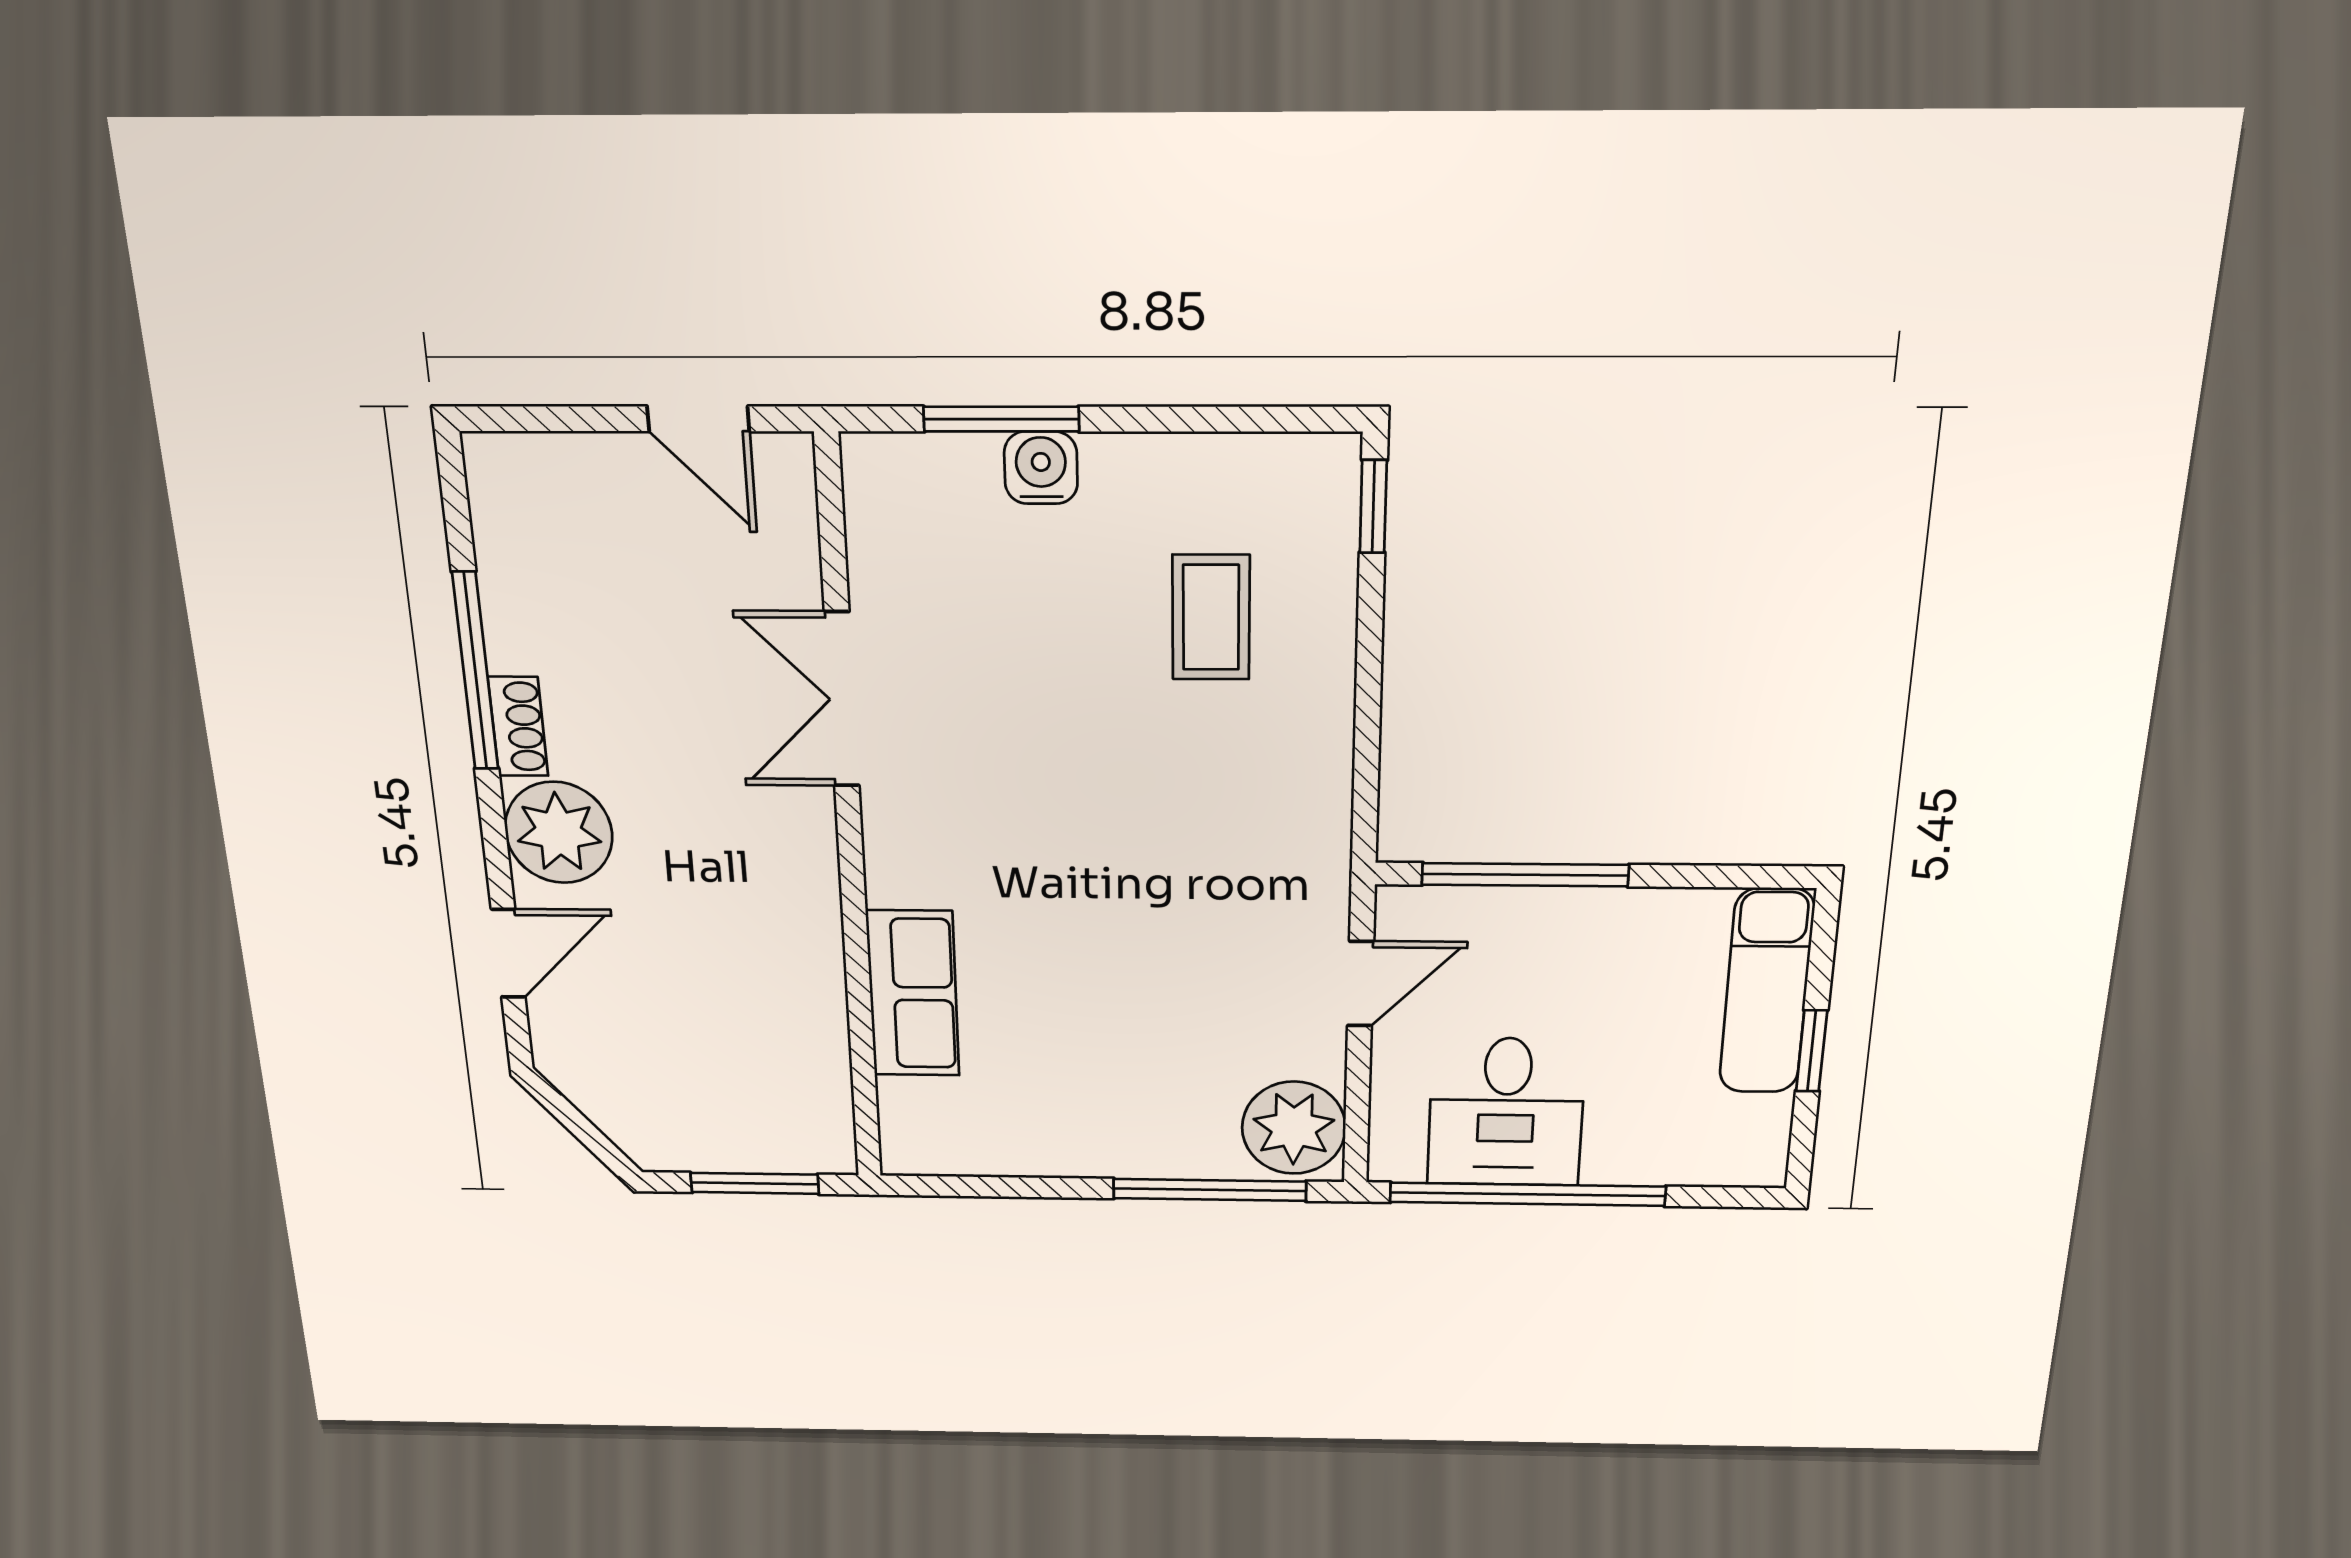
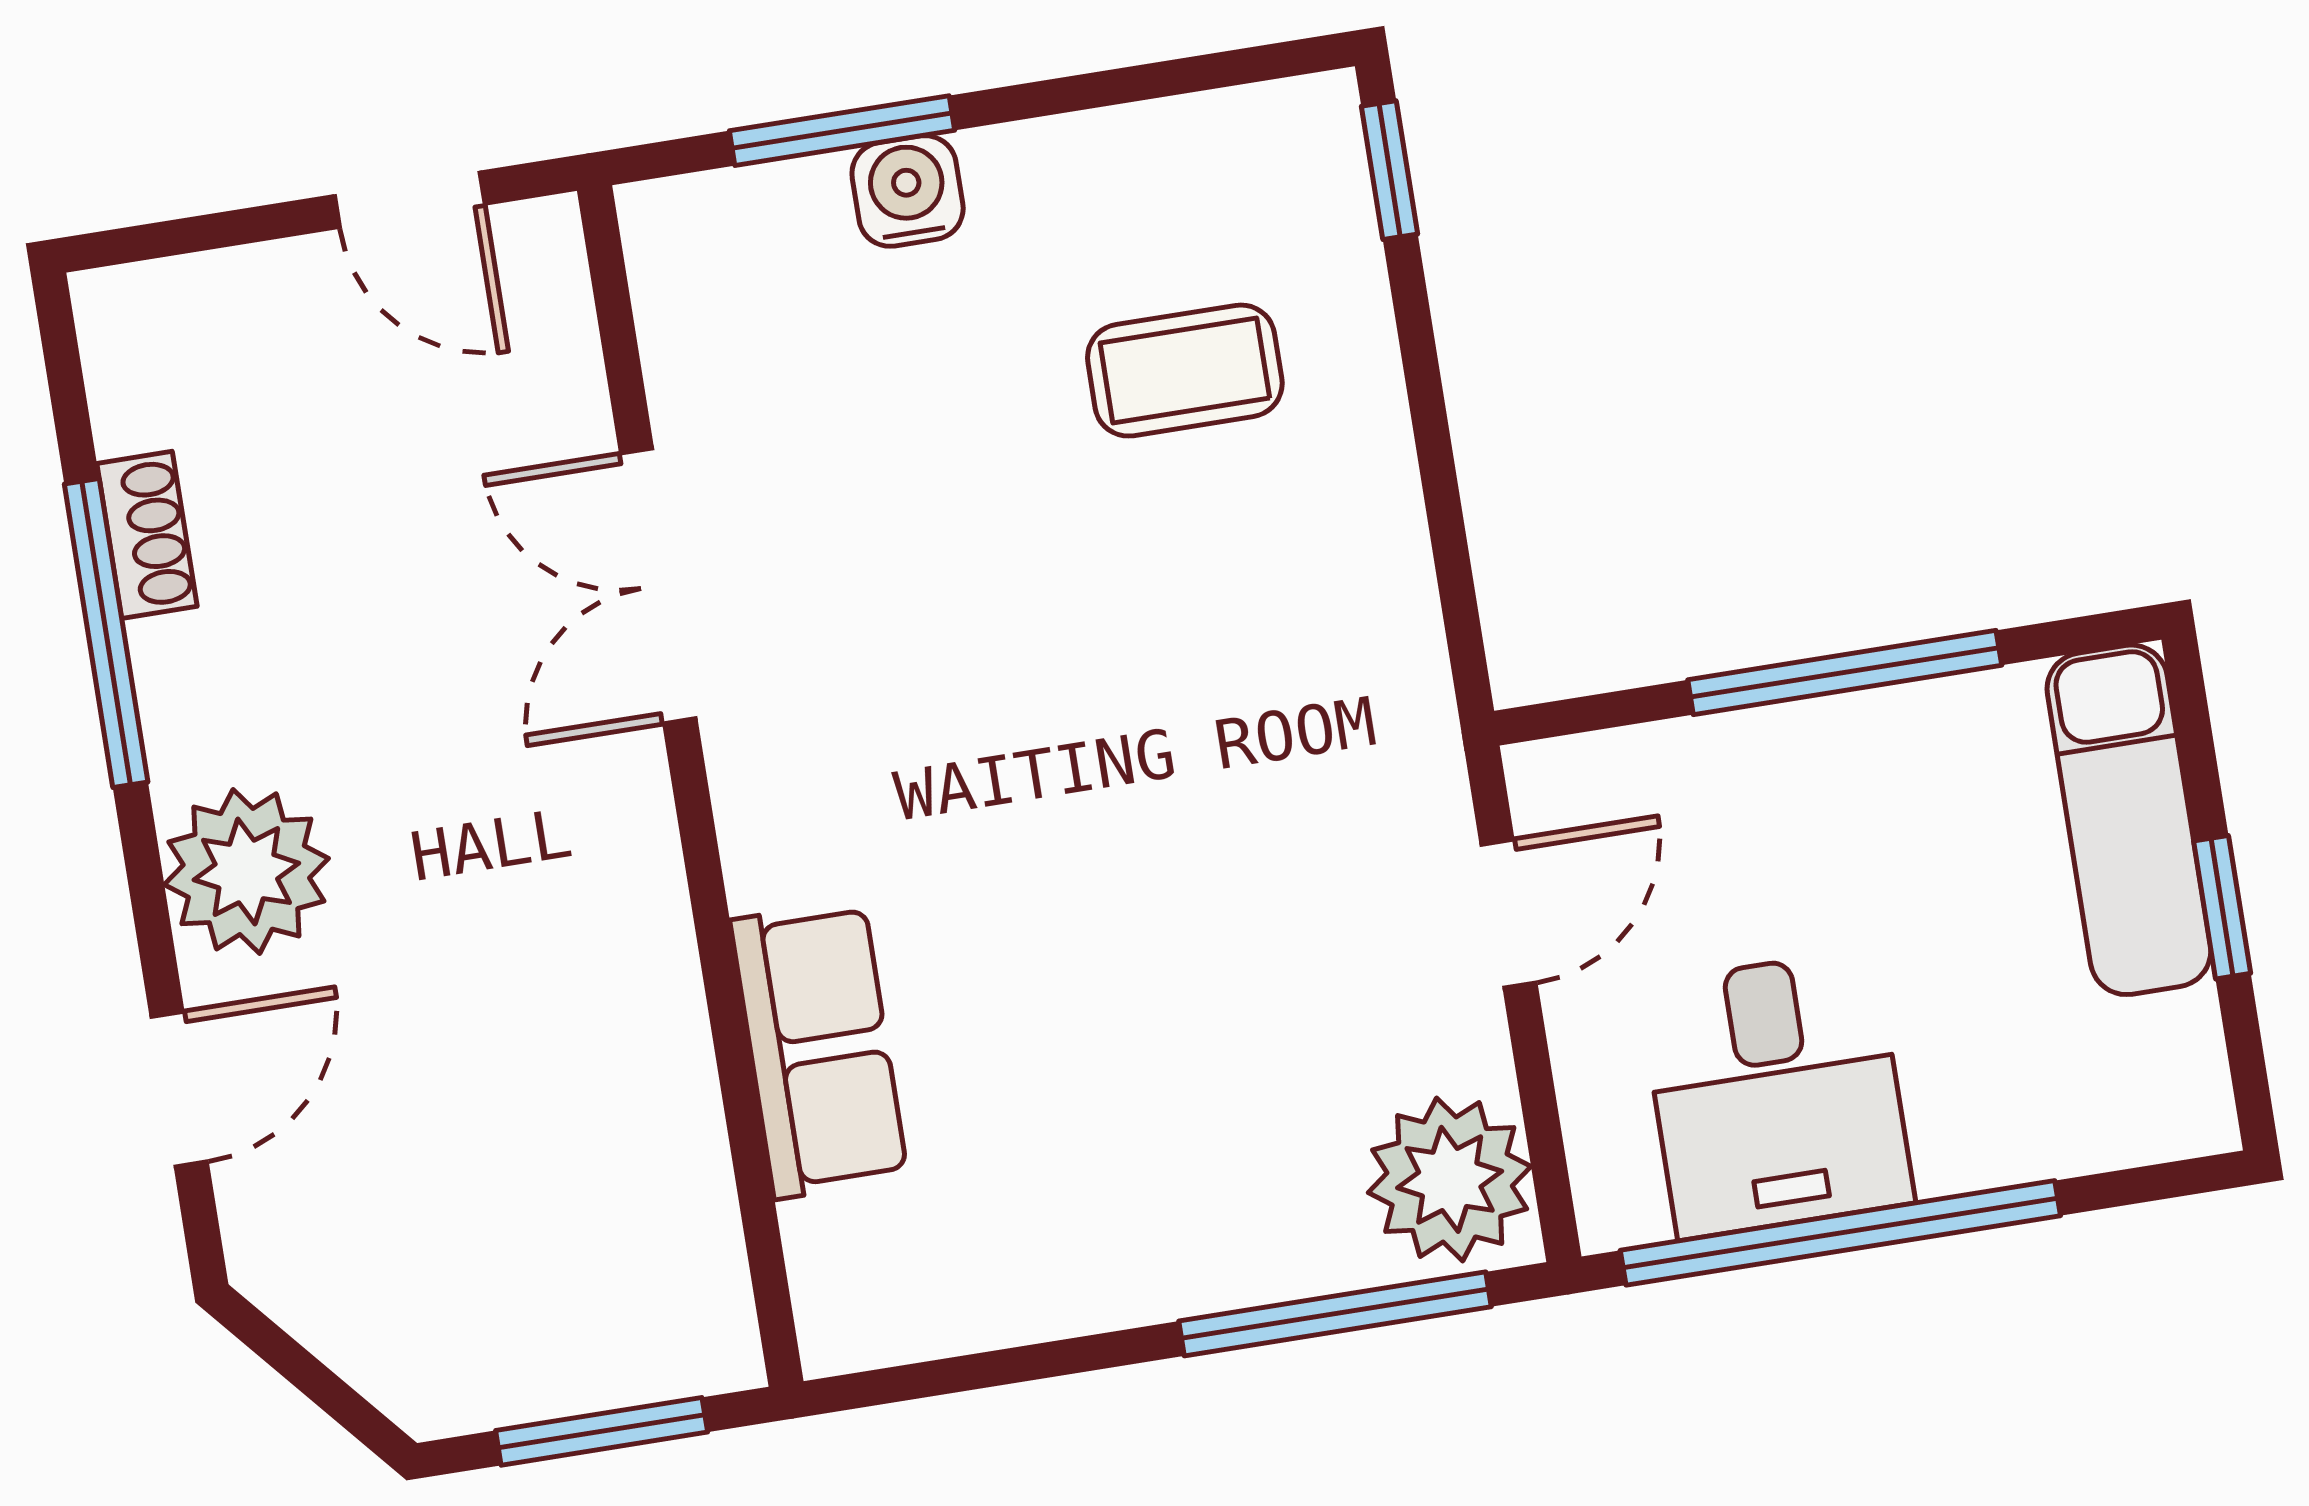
coffee table: (1211, 617) -> (1185, 371), turned 90
shoe rack: (518, 726) -> (147, 535), moved
window: (1525, 875) -> (1845, 673), moved

